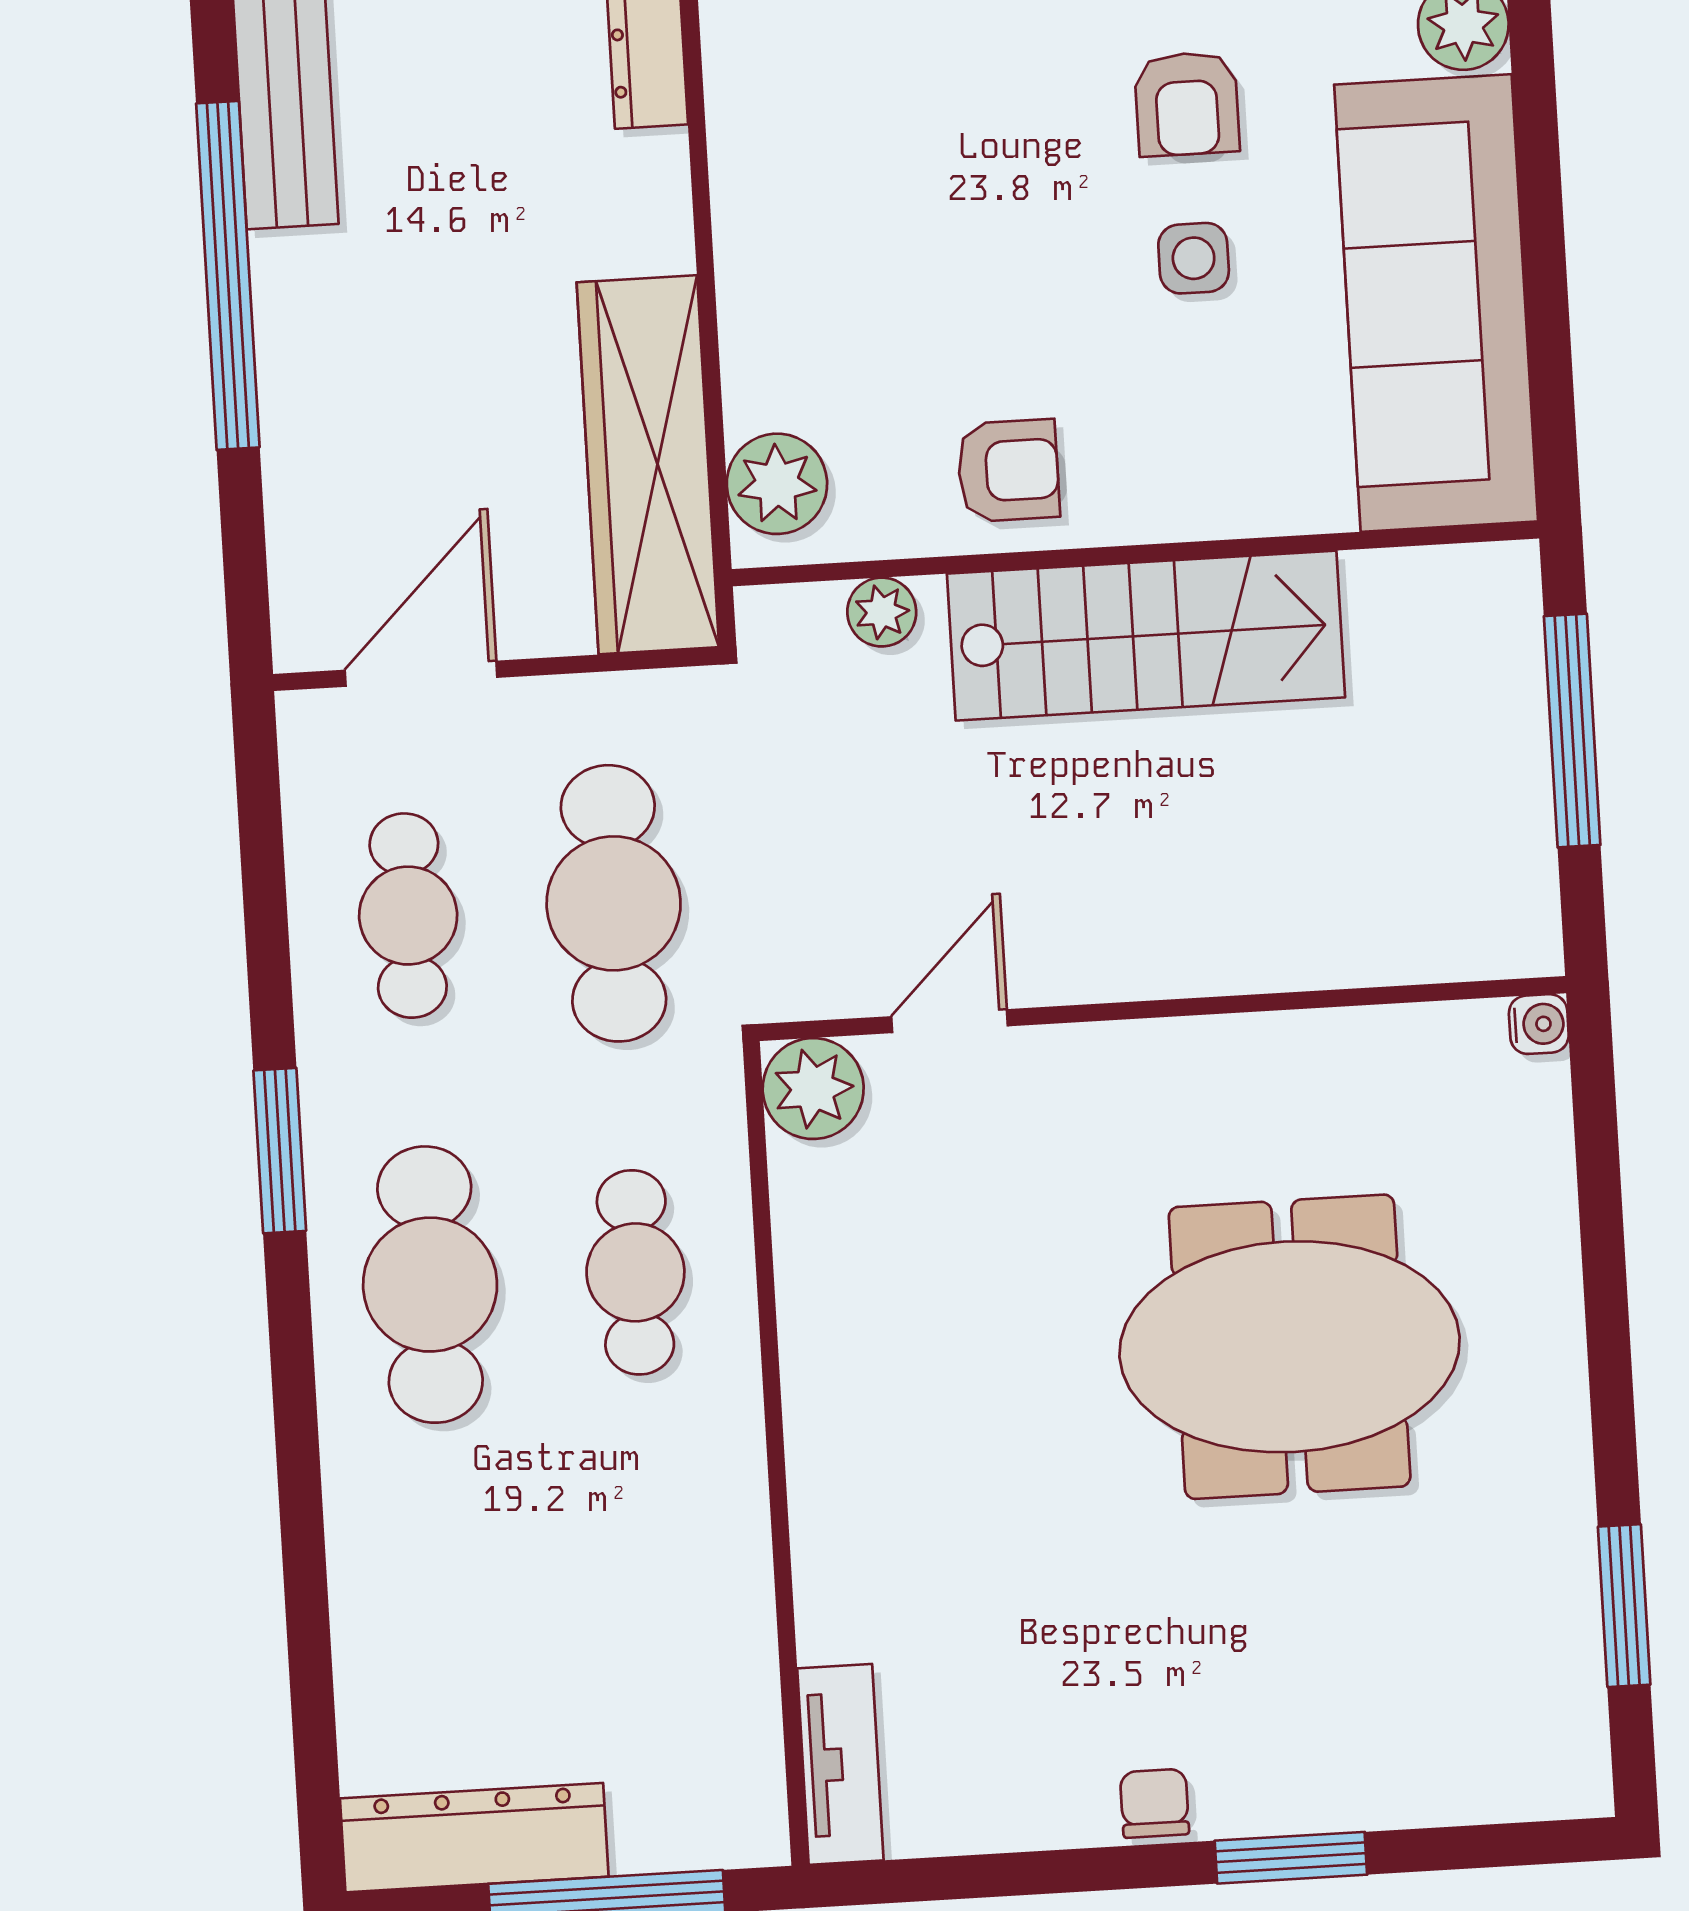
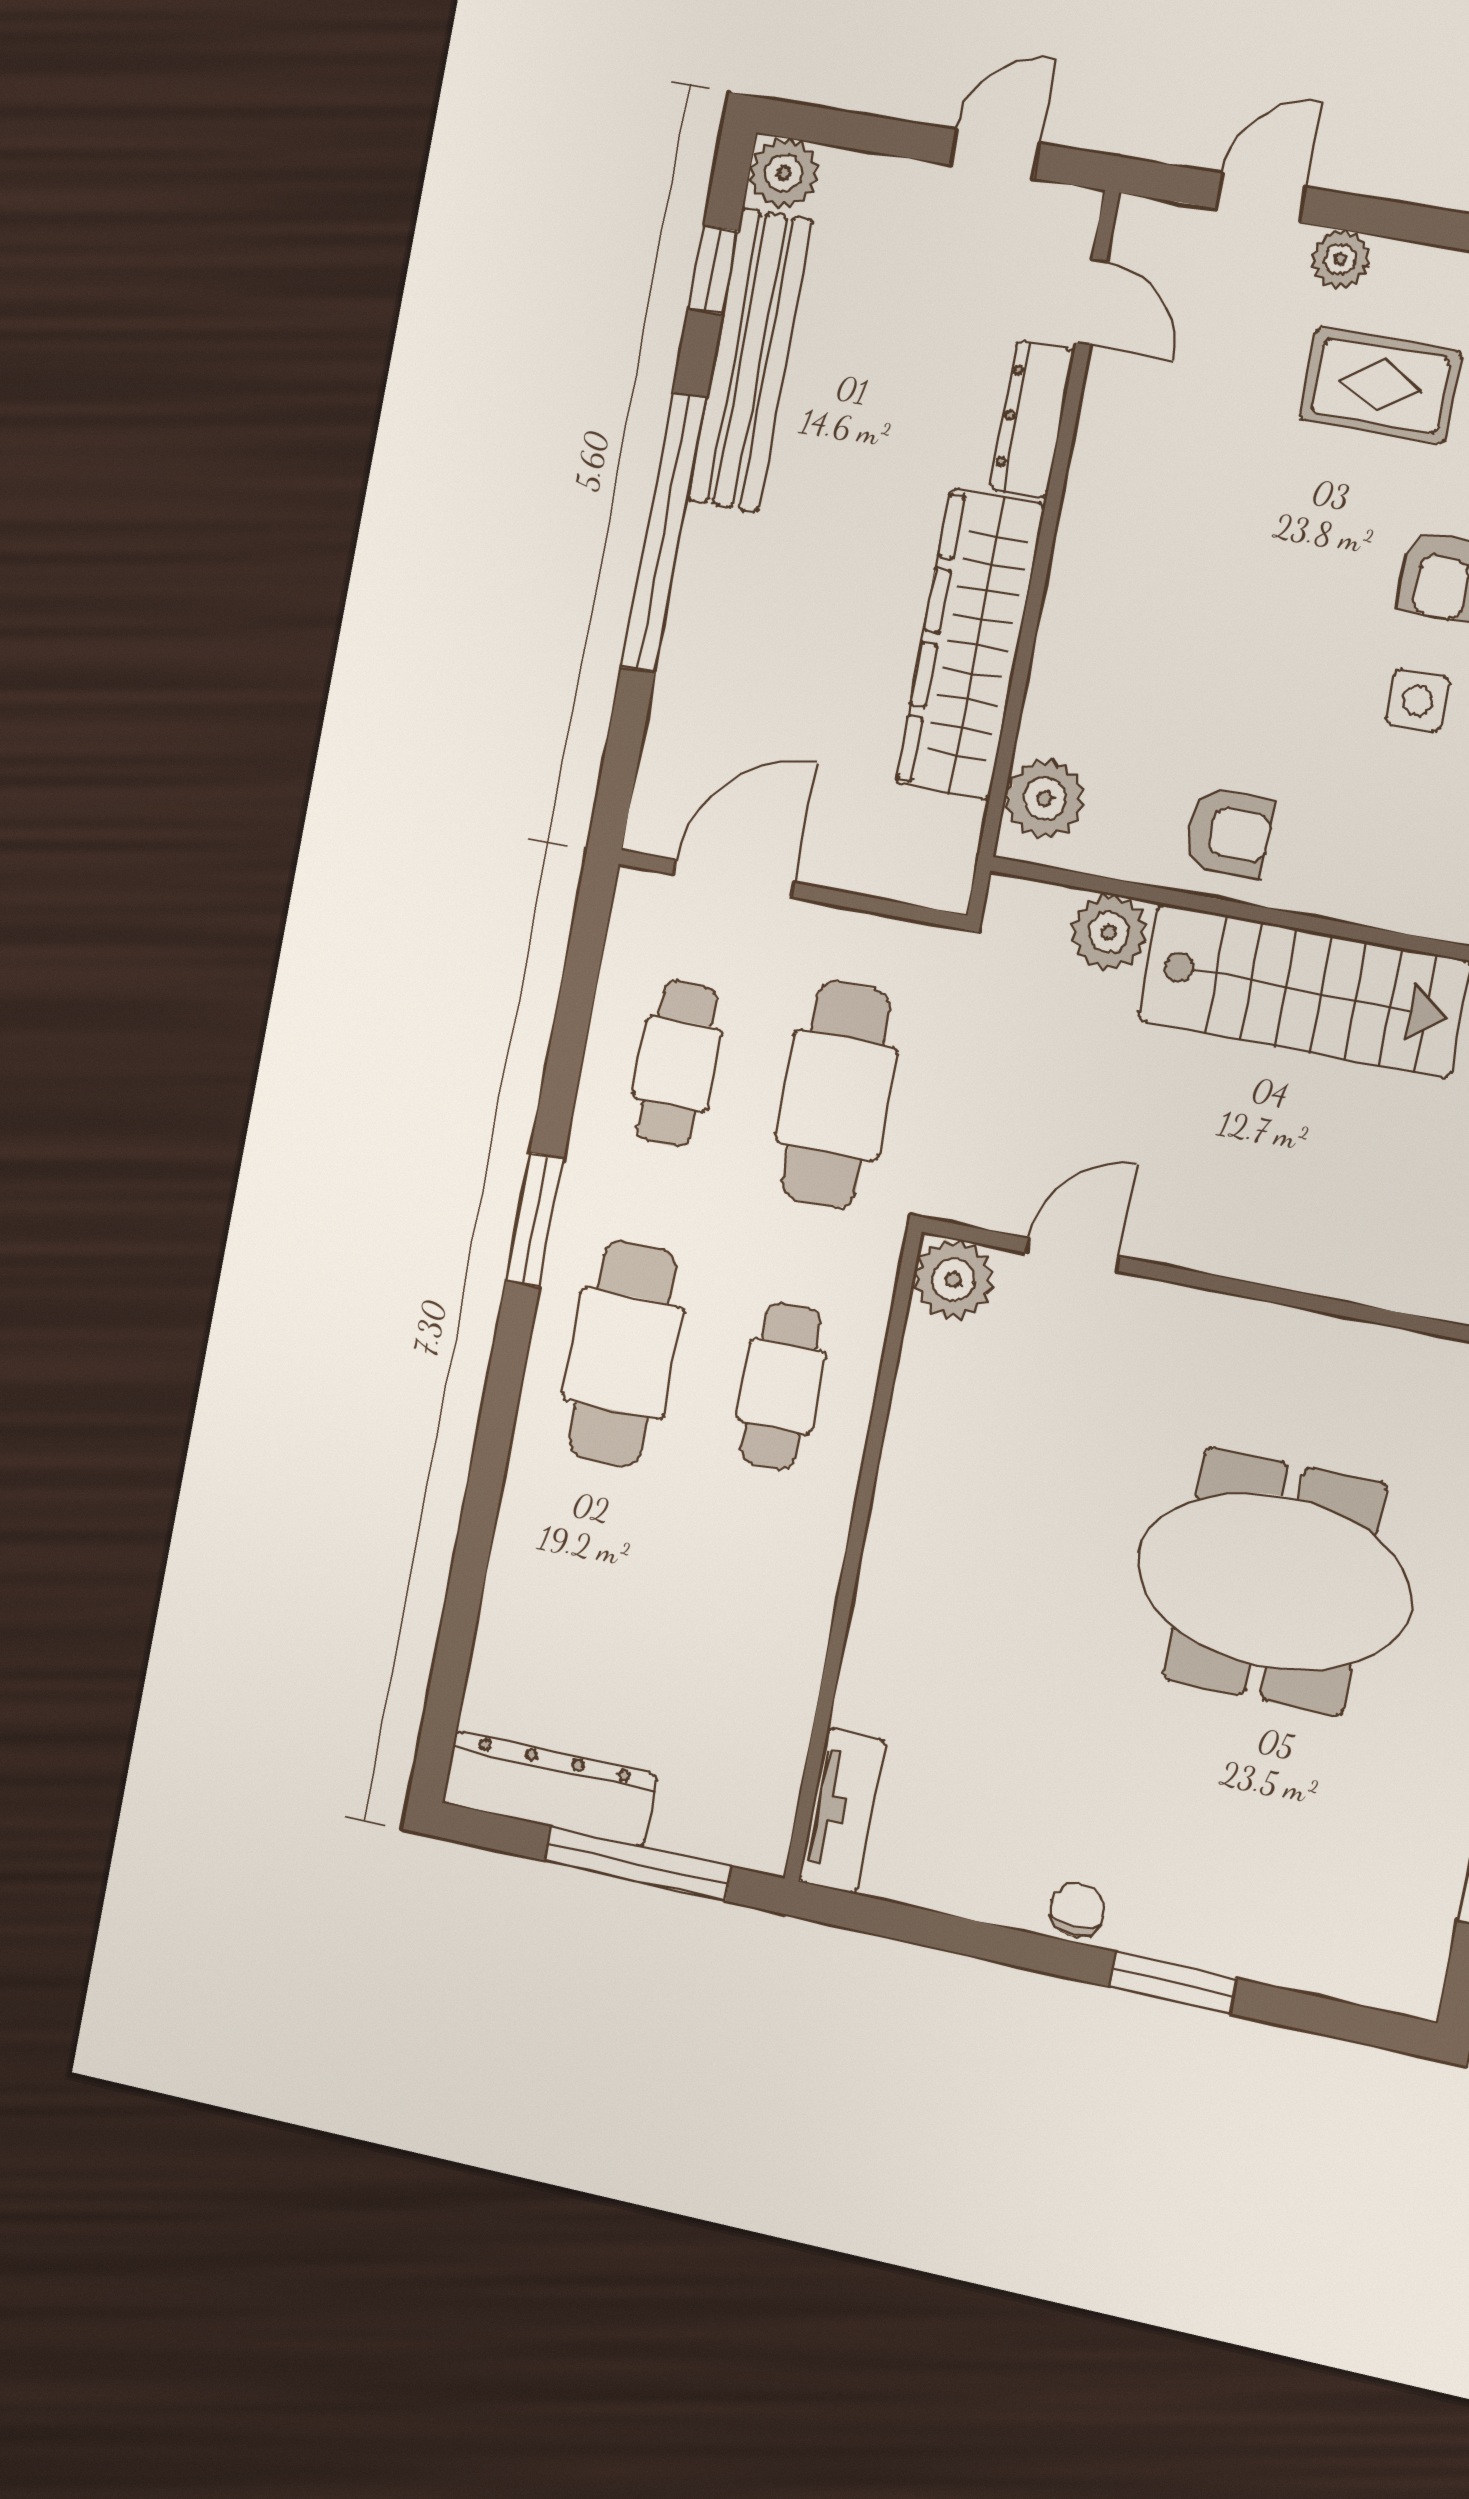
wardrobe: (648, 465) -> (970, 644), moved
plant: (882, 612) -> (1109, 932), width x1.38, depth x1.38

